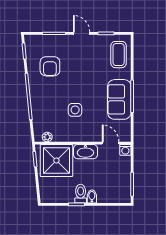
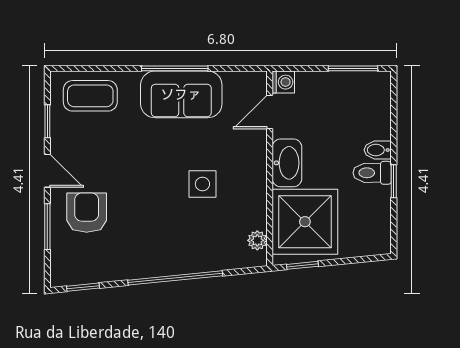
door: (82, 33) -> (47, 171), swing flipped
armchair: (50, 66) -> (87, 213), moved, turned -90

